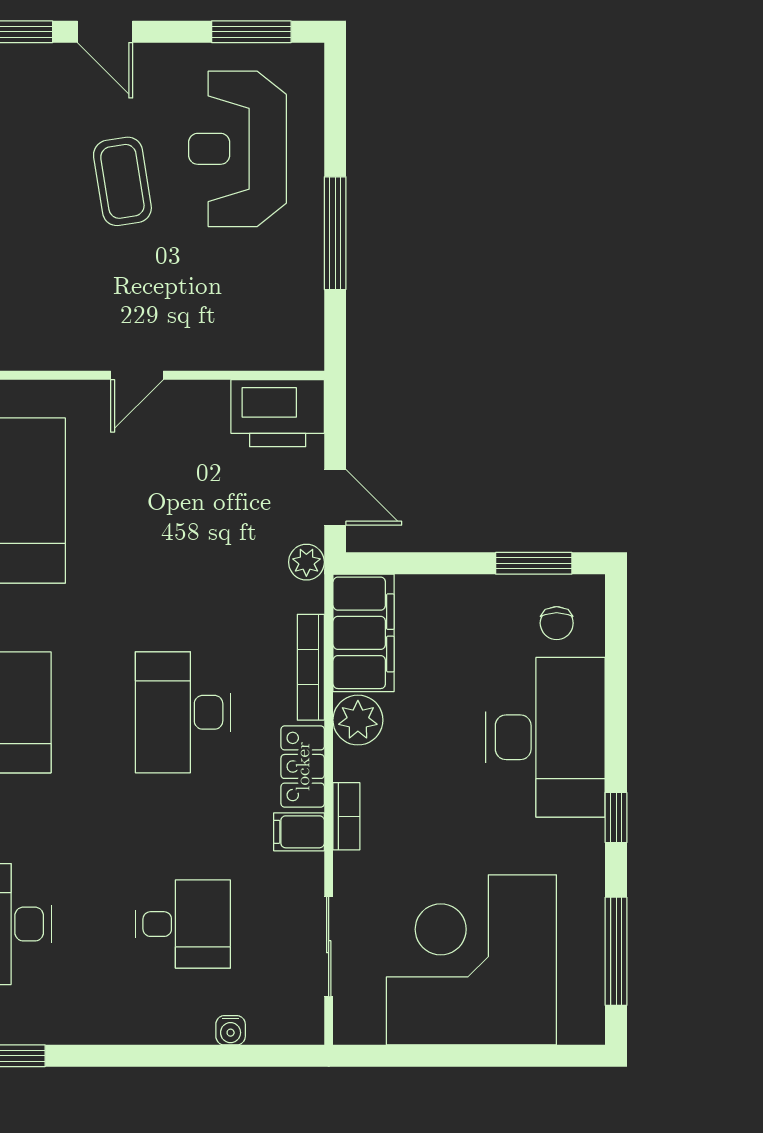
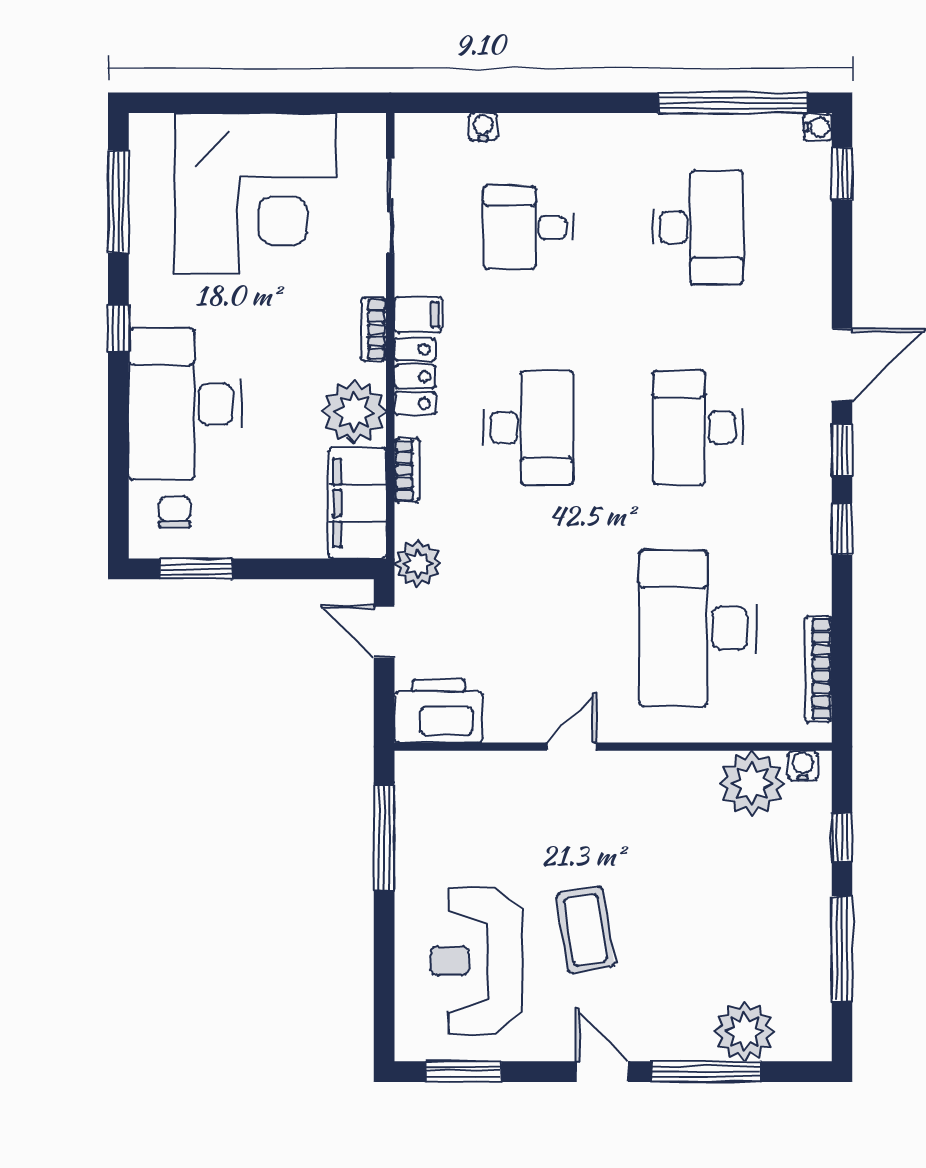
reception desk: (237, 149) -> (477, 961), turned 180
window: (335, 233) -> (384, 837), moved
plant: (306, 562) -> (418, 563), width x1.38, depth x1.38
bookcase: (311, 667) -> (407, 470), width x0.64
plant: (358, 720) -> (354, 412), width x1.36, depth x1.36

